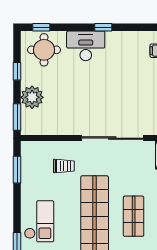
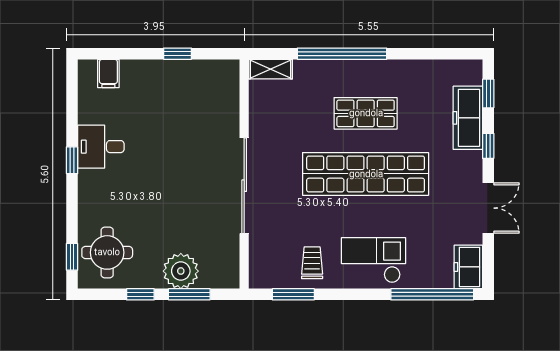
desk: (86, 46) -> (101, 147), moved, width x0.73
window: (17, 117) -> (189, 294), moved
sliding door: (112, 138) -> (244, 186), moved
trolley: (64, 166) -> (312, 263), moved

